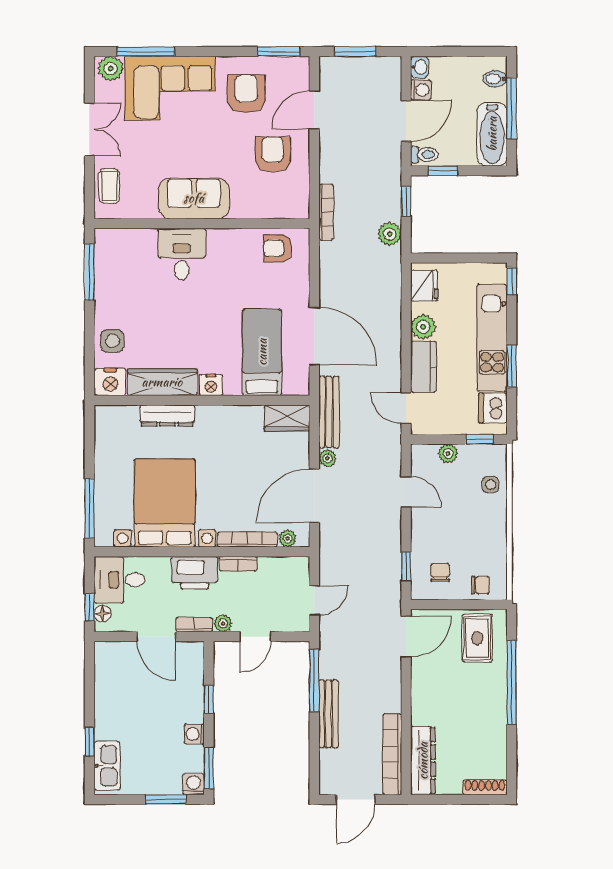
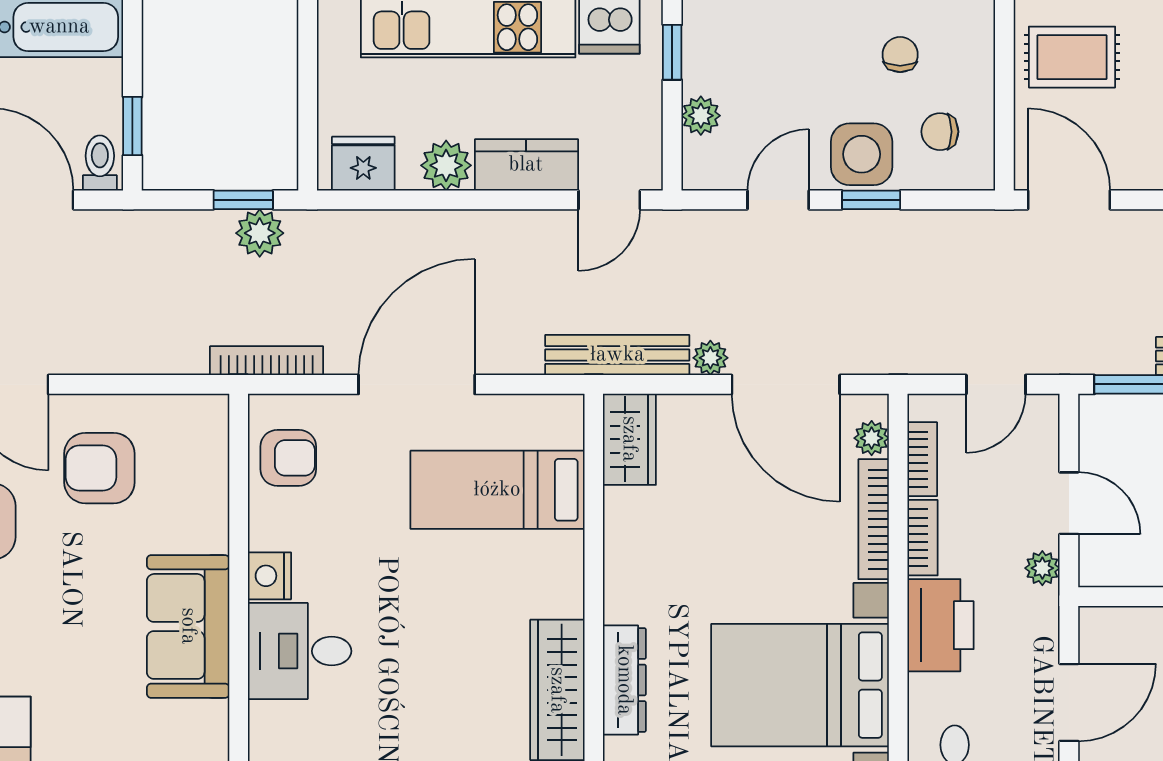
window: (406, 201) -> (243, 200), moved
bookcase: (326, 212) -> (267, 361), moved
armchair: (278, 248) -> (288, 458), turned -90
door: (314, 336) -> (417, 384), moved
nightstand: (211, 385) -> (269, 576), moved, turned 180
side table: (491, 485) -> (862, 154), moved, width x1.87, depth x1.87
window: (406, 567) -> (871, 200), moved
chair: (480, 585) -> (900, 55), moved
door: (314, 600) -> (996, 384), swing flipped
bookcase: (194, 625) -> (922, 459), moved, turned 180

